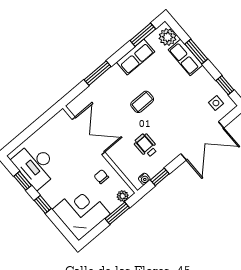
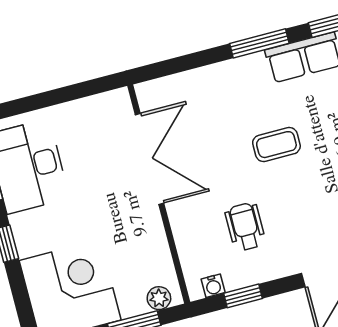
window: (98, 73) -> (259, 43), moved
chair: (101, 177) -> (137, 244), removed

